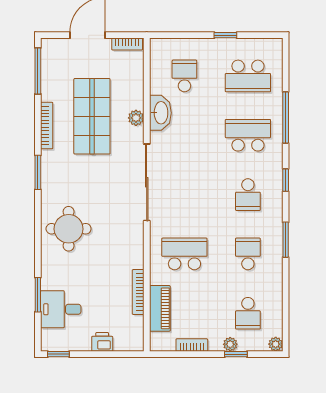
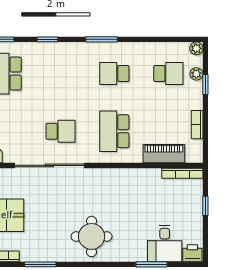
school desk: (248, 195) -> (60, 131), moved
bookcase: (138, 292) -> (182, 173), moved
printer: (102, 342) -> (192, 253), moved, turned 90
plant: (230, 344) -> (196, 74), moved
window: (58, 354) -> (205, 206), moved

